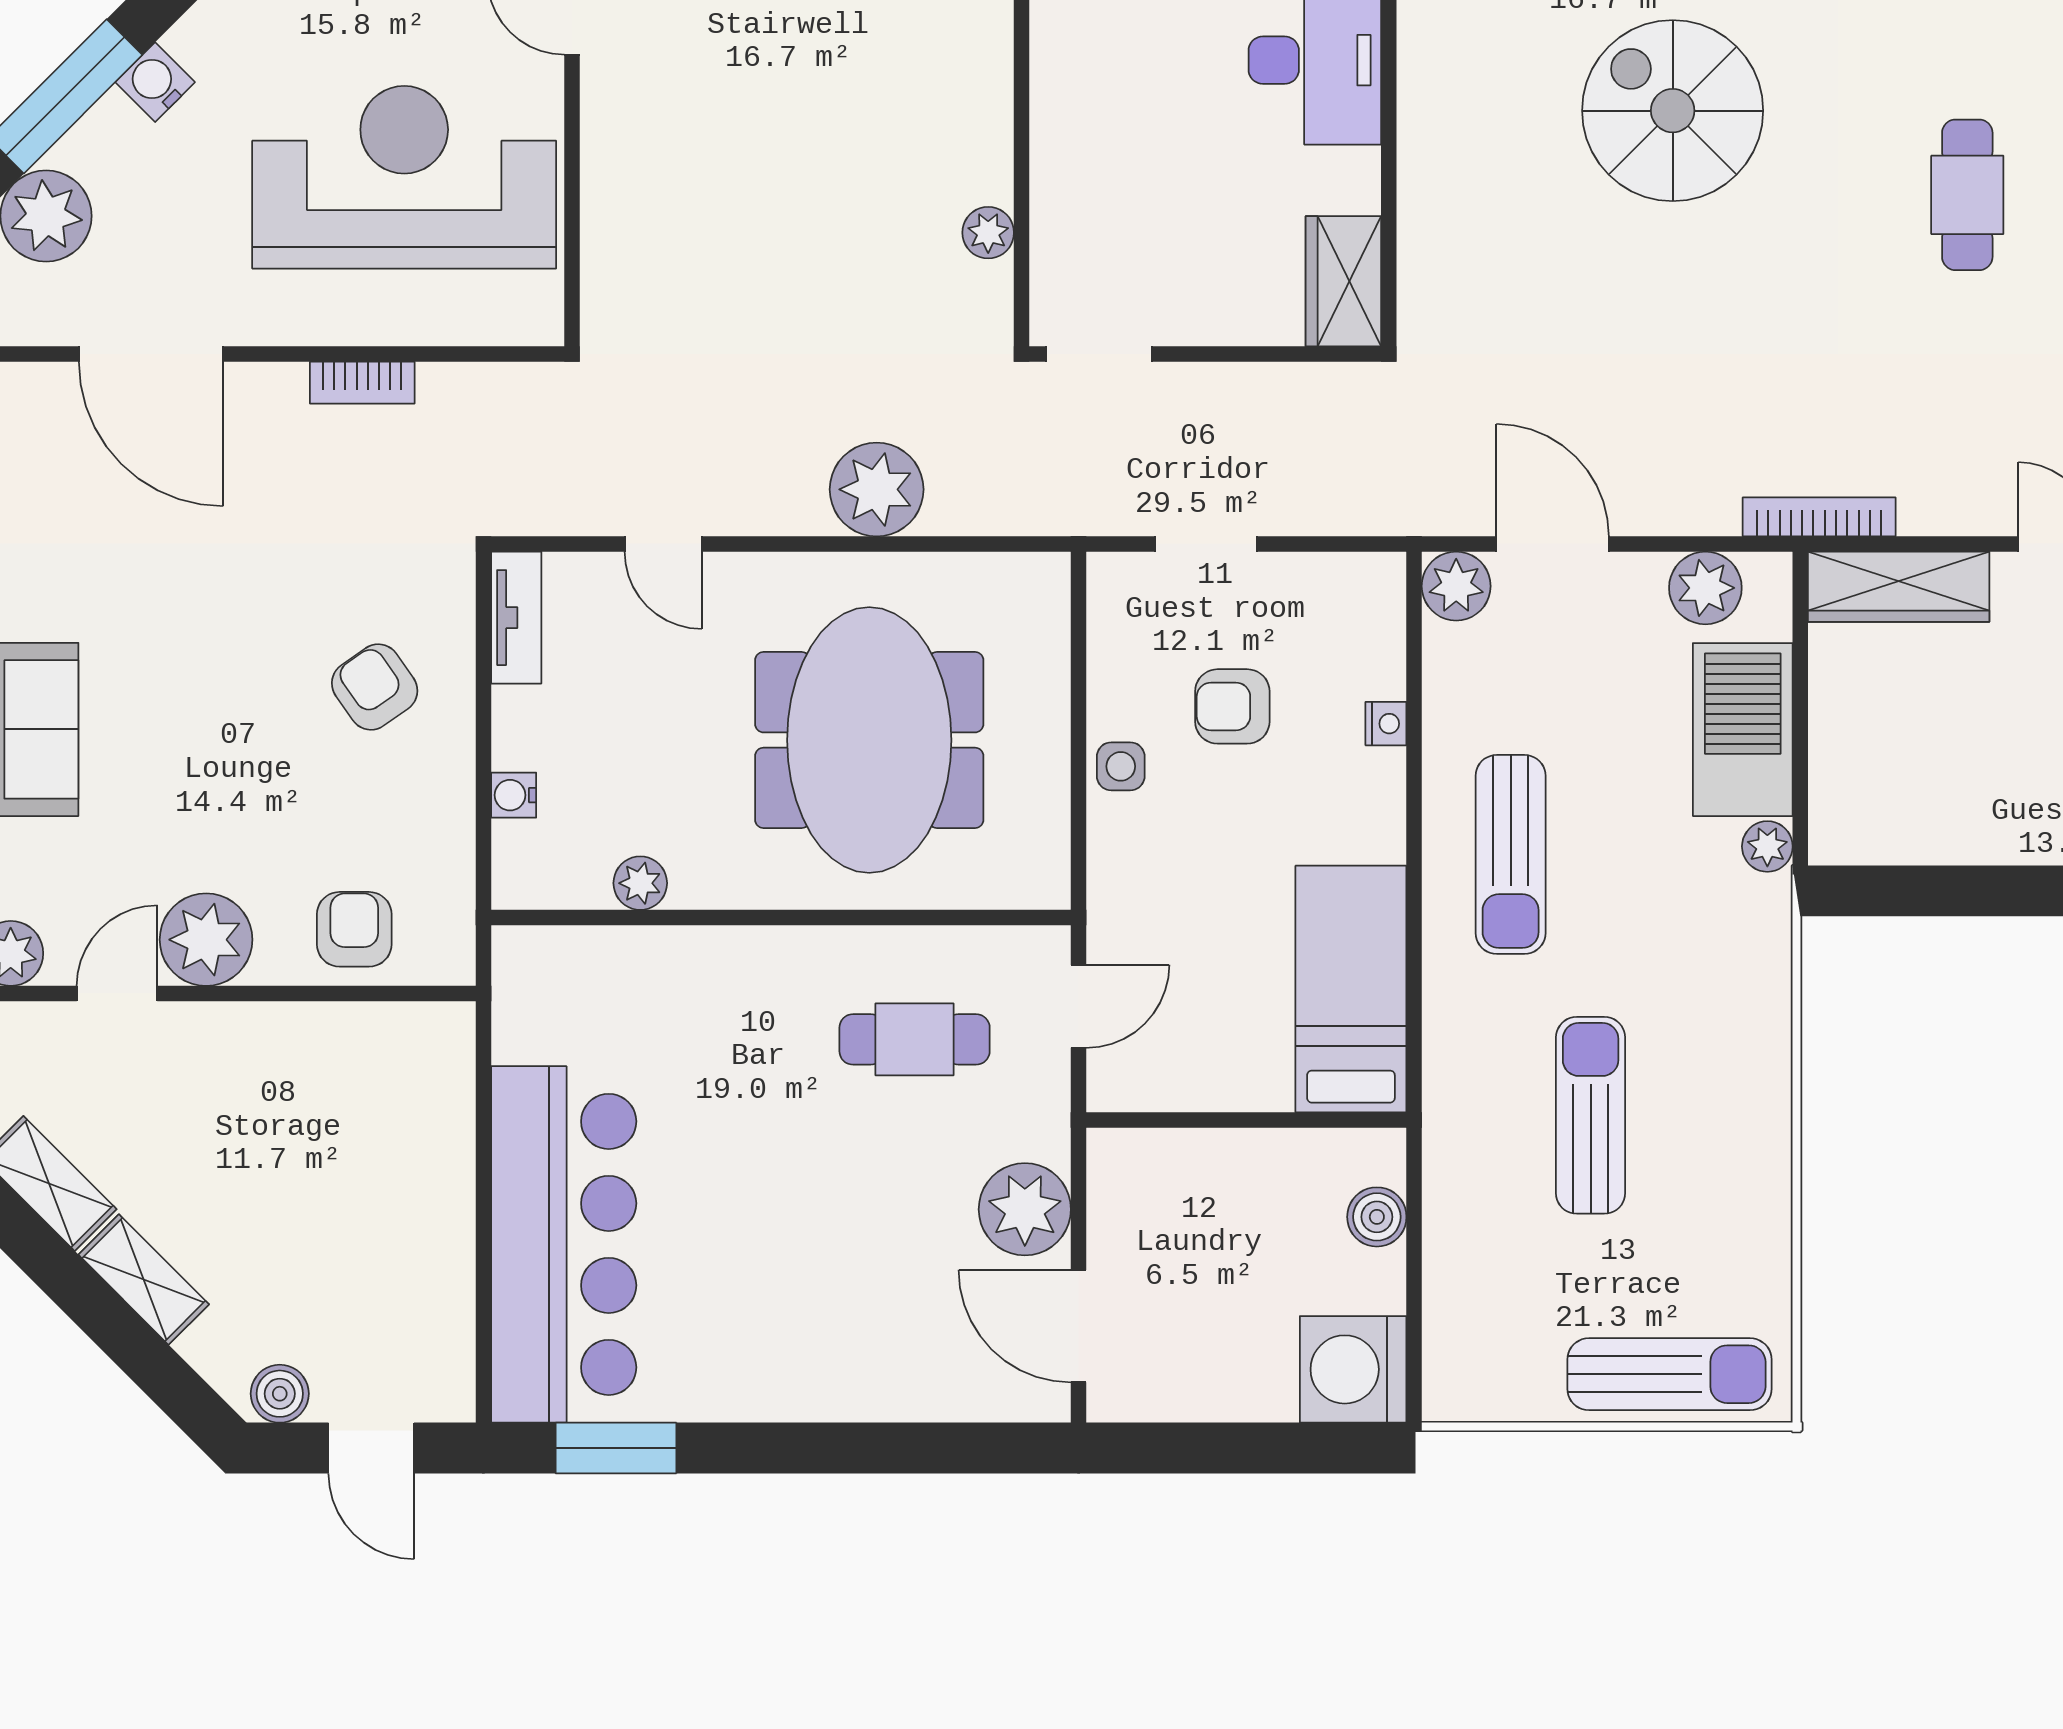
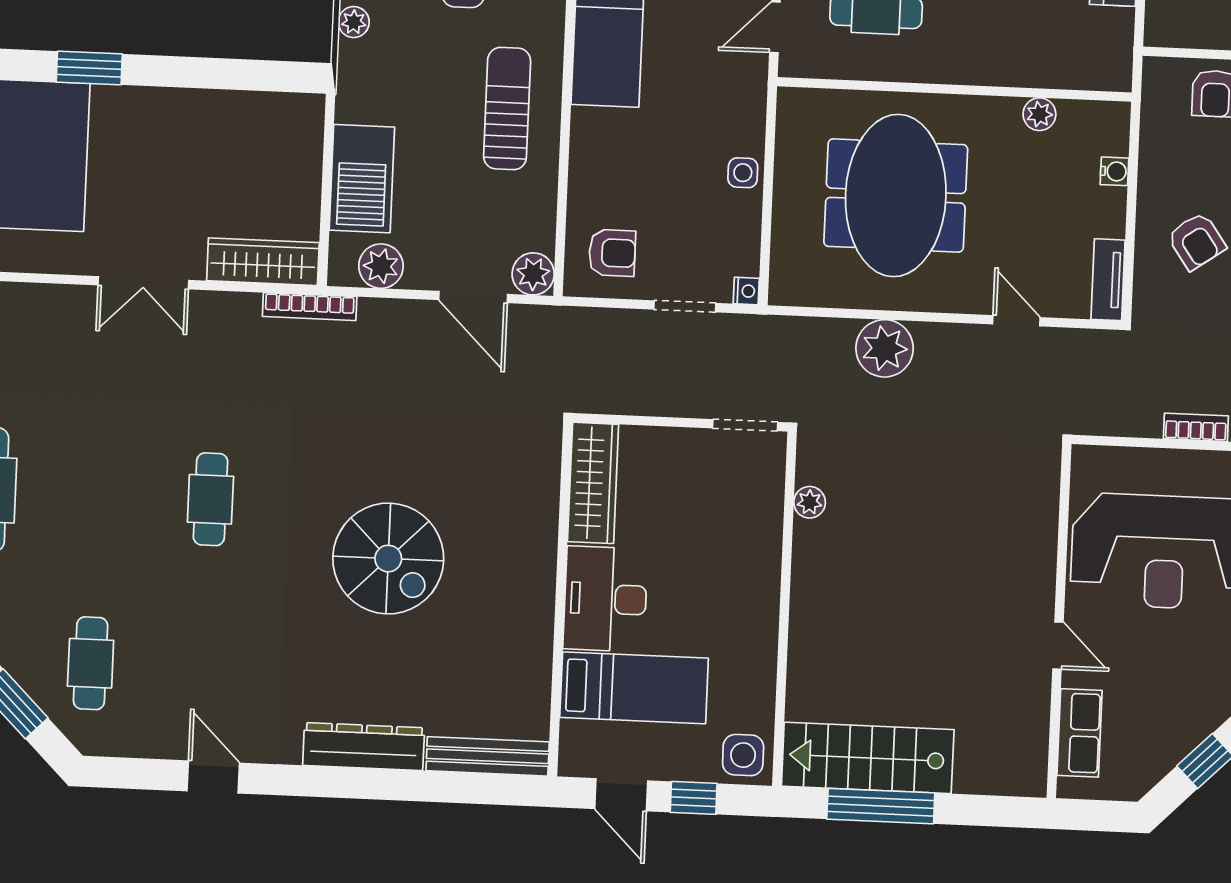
wardrobe: (1343, 281) -> (593, 483), width x1.50
armchair: (1232, 706) -> (612, 253), moved
nightstand: (1386, 724) -> (746, 291), moved, turned 180
plant: (1767, 846) -> (354, 22), moved

